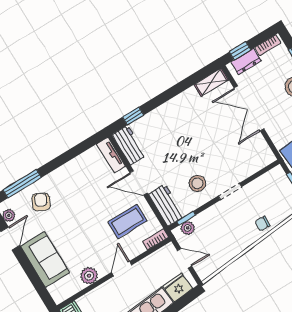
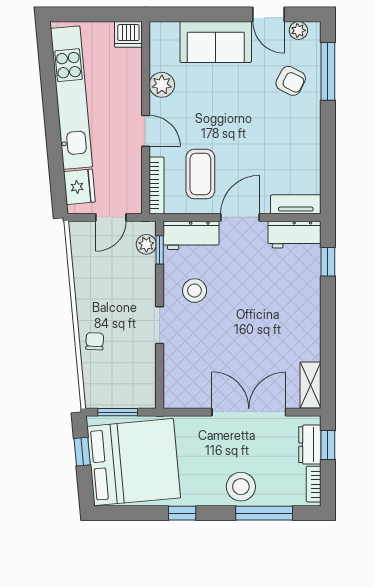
bookcase: (156, 239) -> (157, 185), width x1.56

